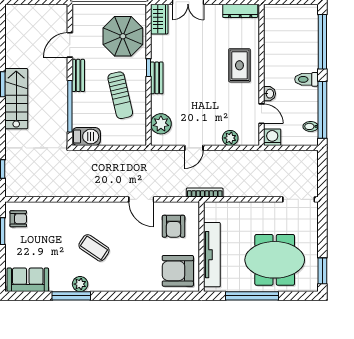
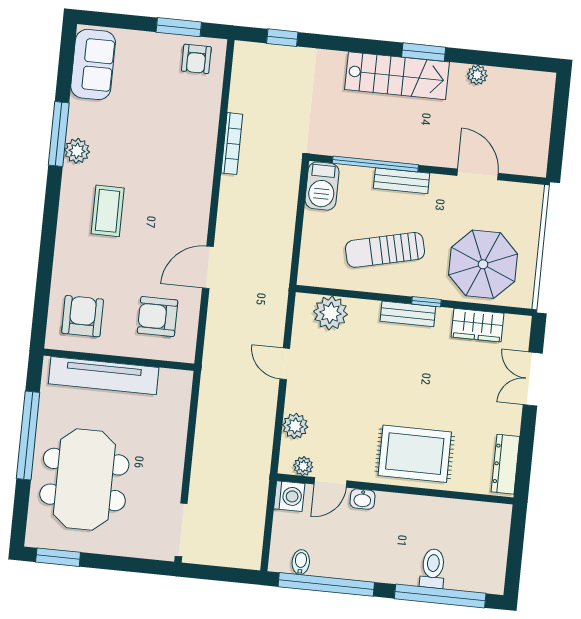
wardrobe: (159, 19) -> (478, 325), moved
plant: (11, 51) -> (477, 75), added
rug: (239, 65) -> (415, 454), width x1.36, depth x1.43
bench: (78, 75) -> (402, 181), moved
toilet: (306, 79) -> (433, 568), moved
plant: (254, 131) -> (303, 466), added
bookcase: (205, 193) -> (232, 144), moved
coffee table: (94, 248) -> (108, 211), moved, turned -34
armchair: (178, 271) -> (83, 316), width x0.73, depth x0.73

